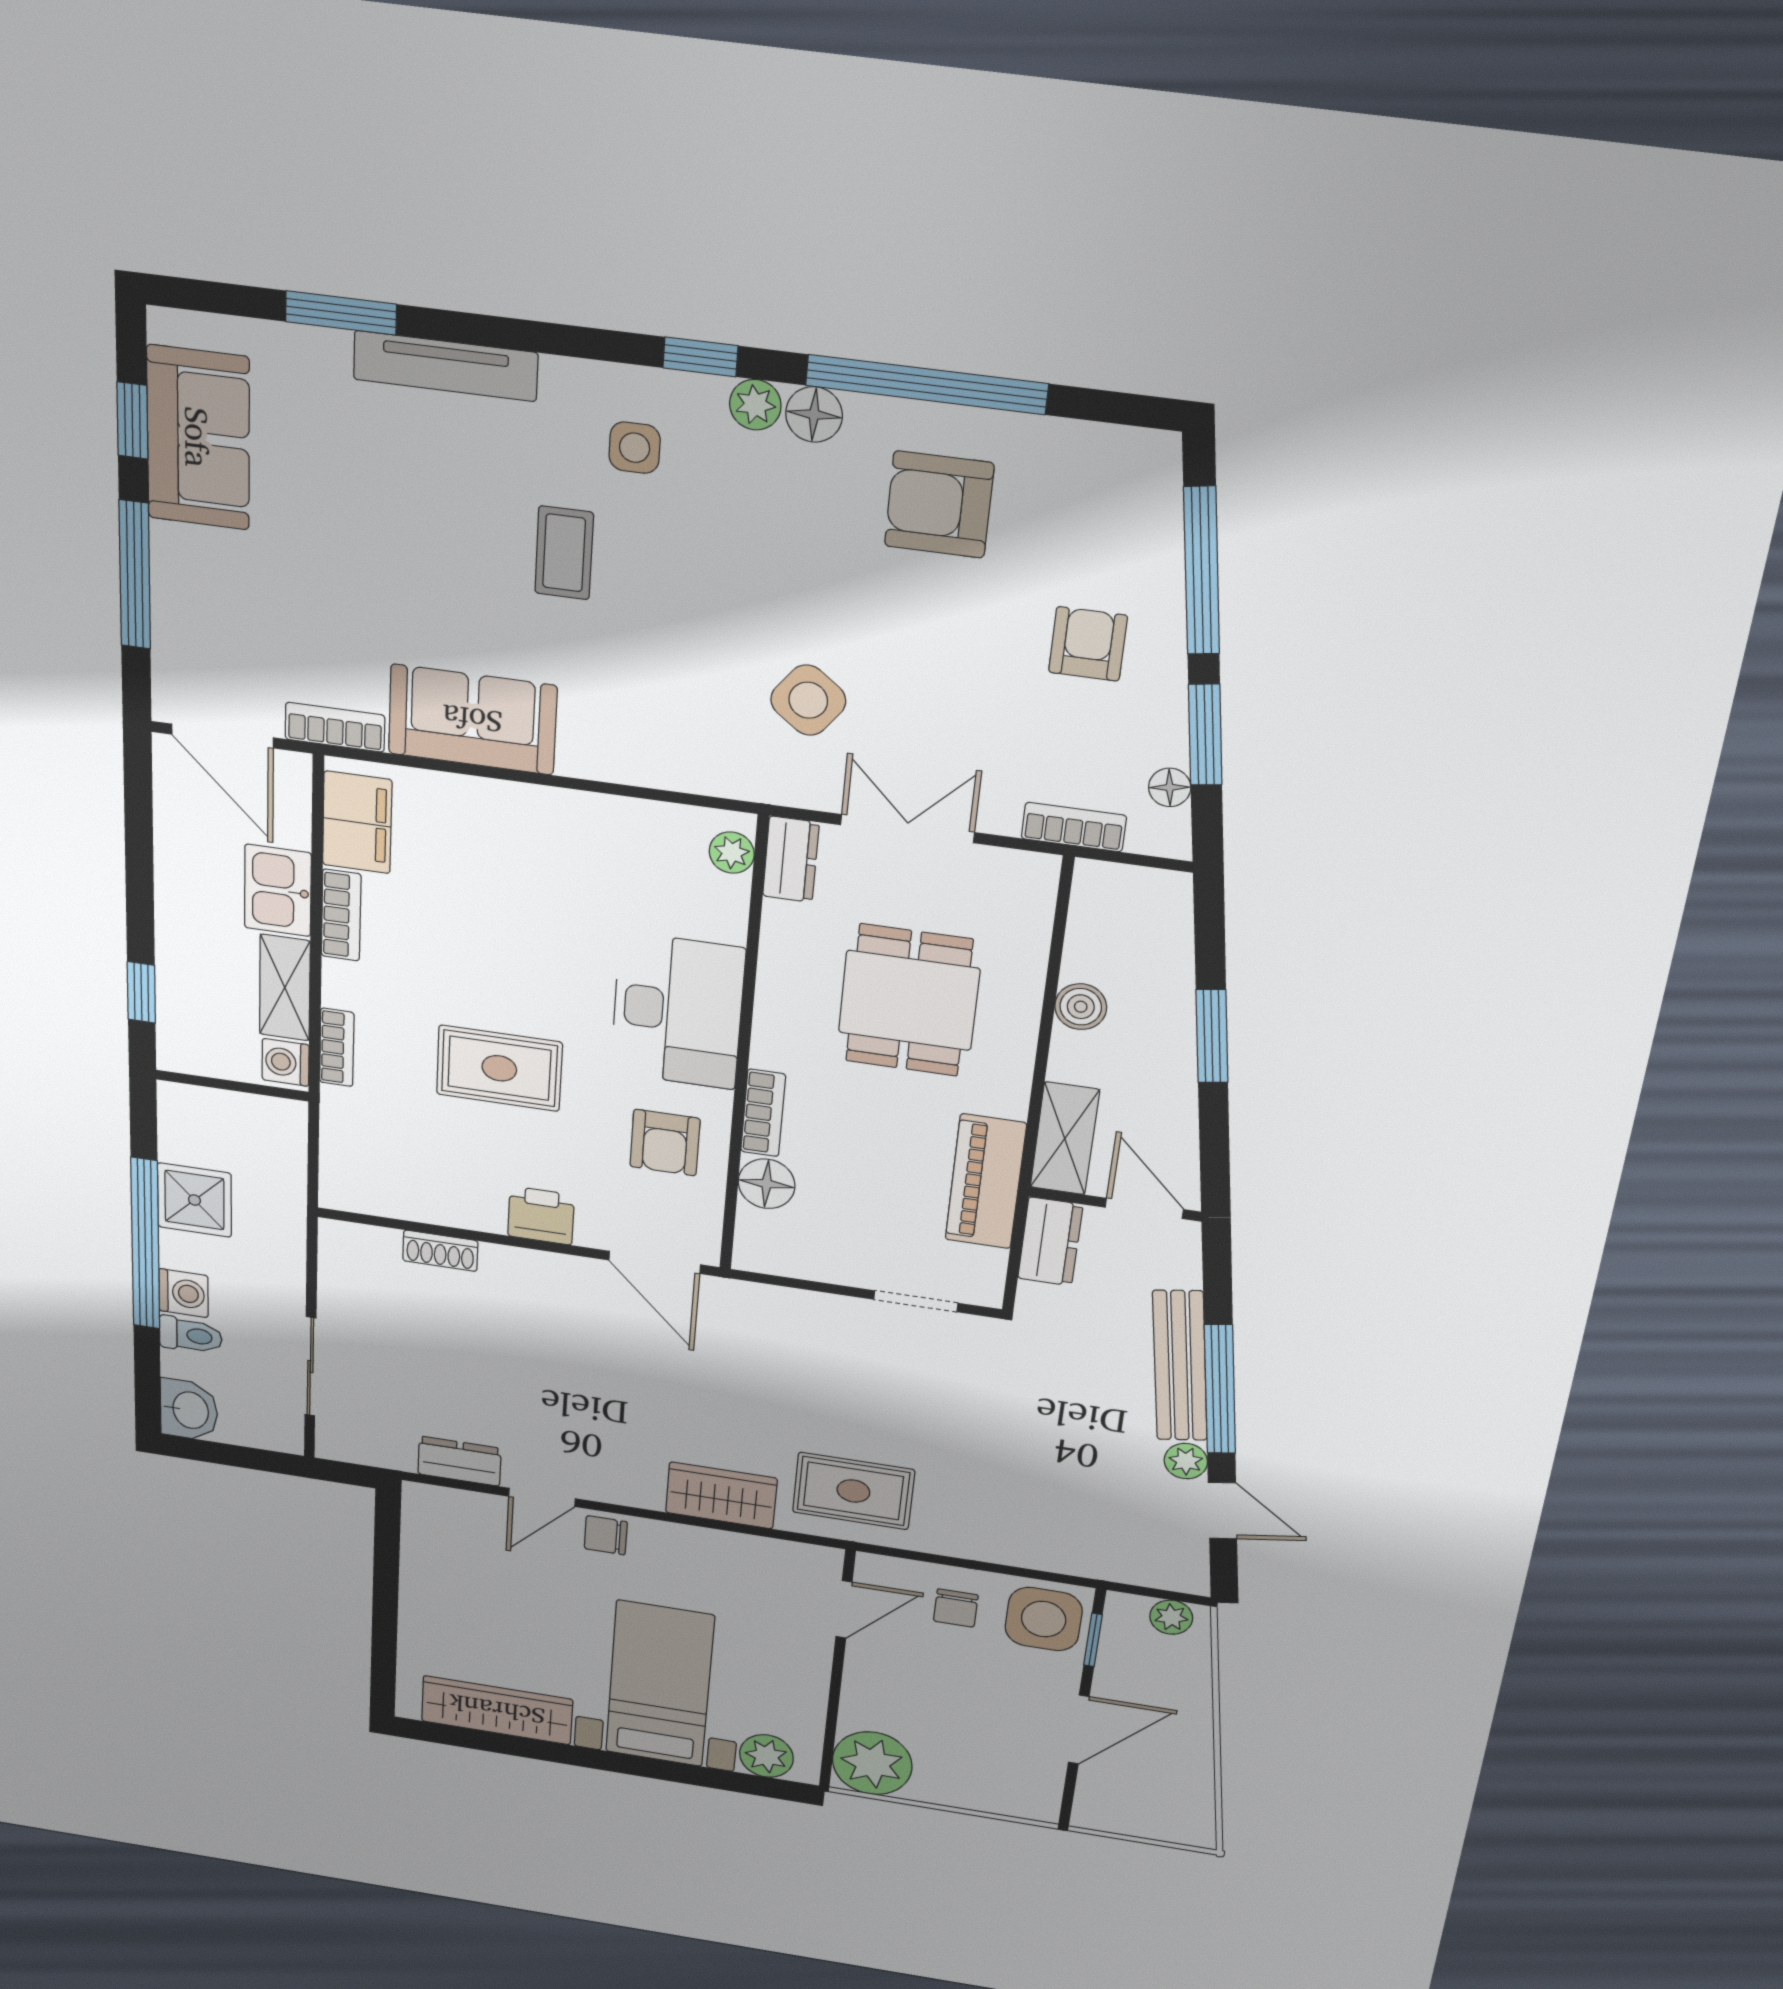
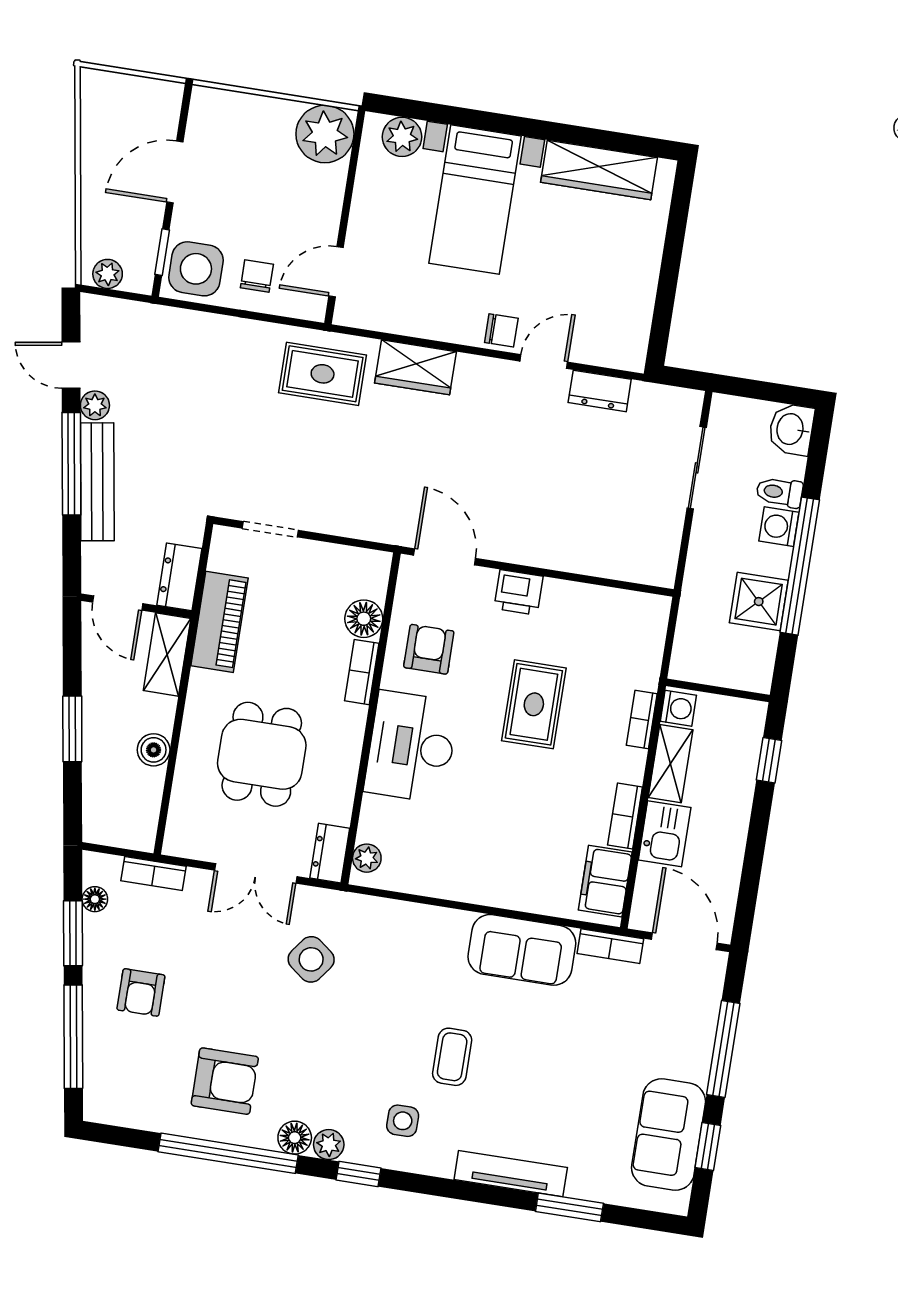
rug: (499, 1068) -> (534, 704), turned 90
shoe rack: (440, 1251) -> (592, 564), removed

